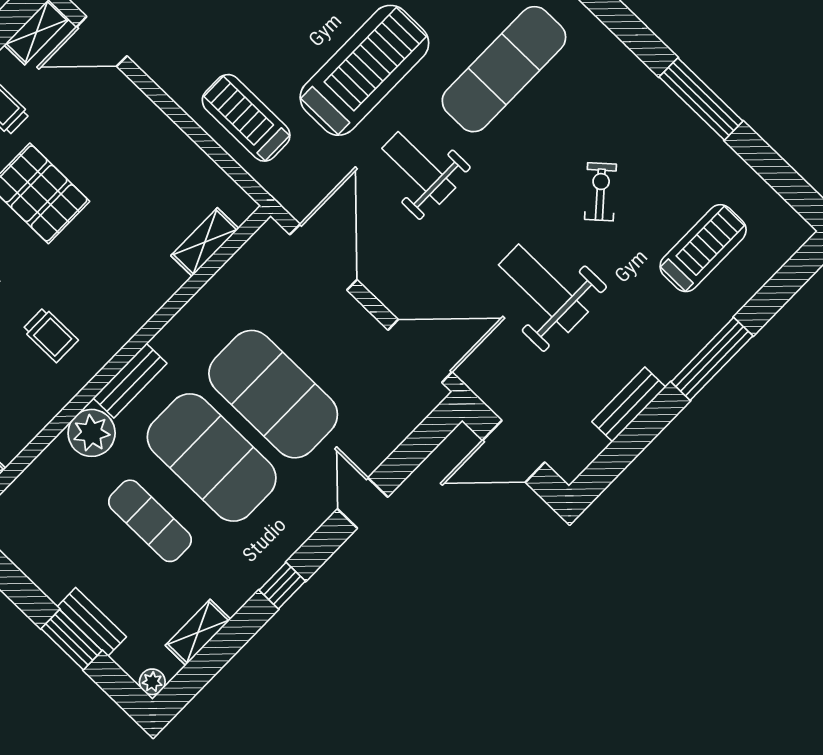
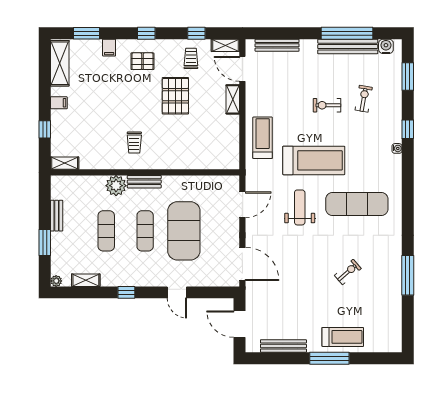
shelving: (205, 242) -> (233, 99), moved, turned 90
treadmill: (703, 248) -> (343, 337), moved
door: (323, 257) -> (242, 205), width x0.73
weight bench: (543, 288) -> (300, 284), removed
bench: (629, 404) -> (283, 346), width x1.36
exercise mat: (212, 457) -> (145, 231), width x0.50, depth x0.69
door: (363, 503) -> (177, 292), swing flipped
bench: (92, 622) -> (57, 216), moved

